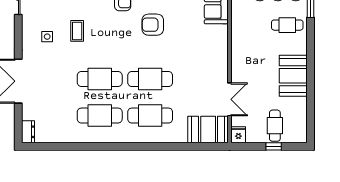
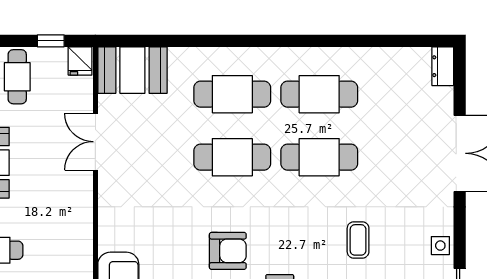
side table: (47, 37) -> (440, 246), moved
double door: (229, 99) -> (95, 142), moved
window: (274, 146) -> (51, 41), moved

